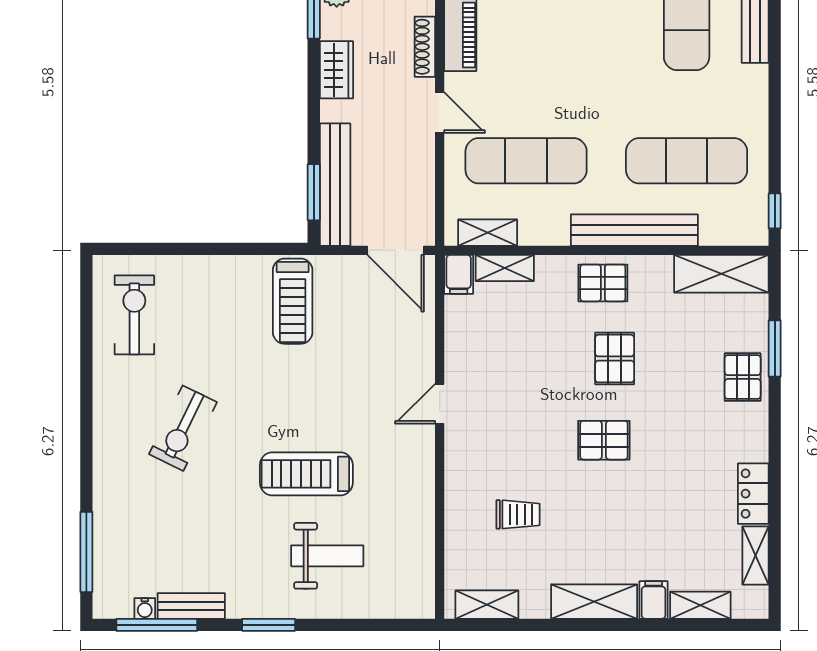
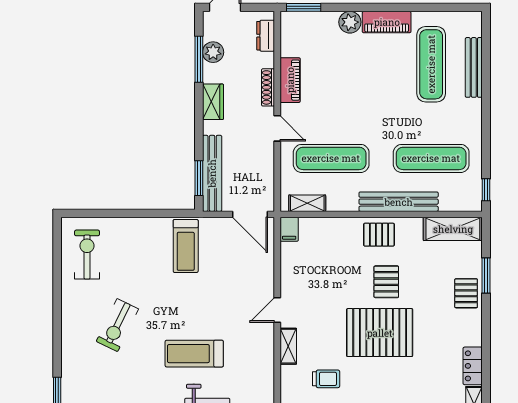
shelving: (505, 268) -> (288, 346), moved, turned 90
pallet: (604, 440) -> (380, 333), width x2.05, depth x2.00

